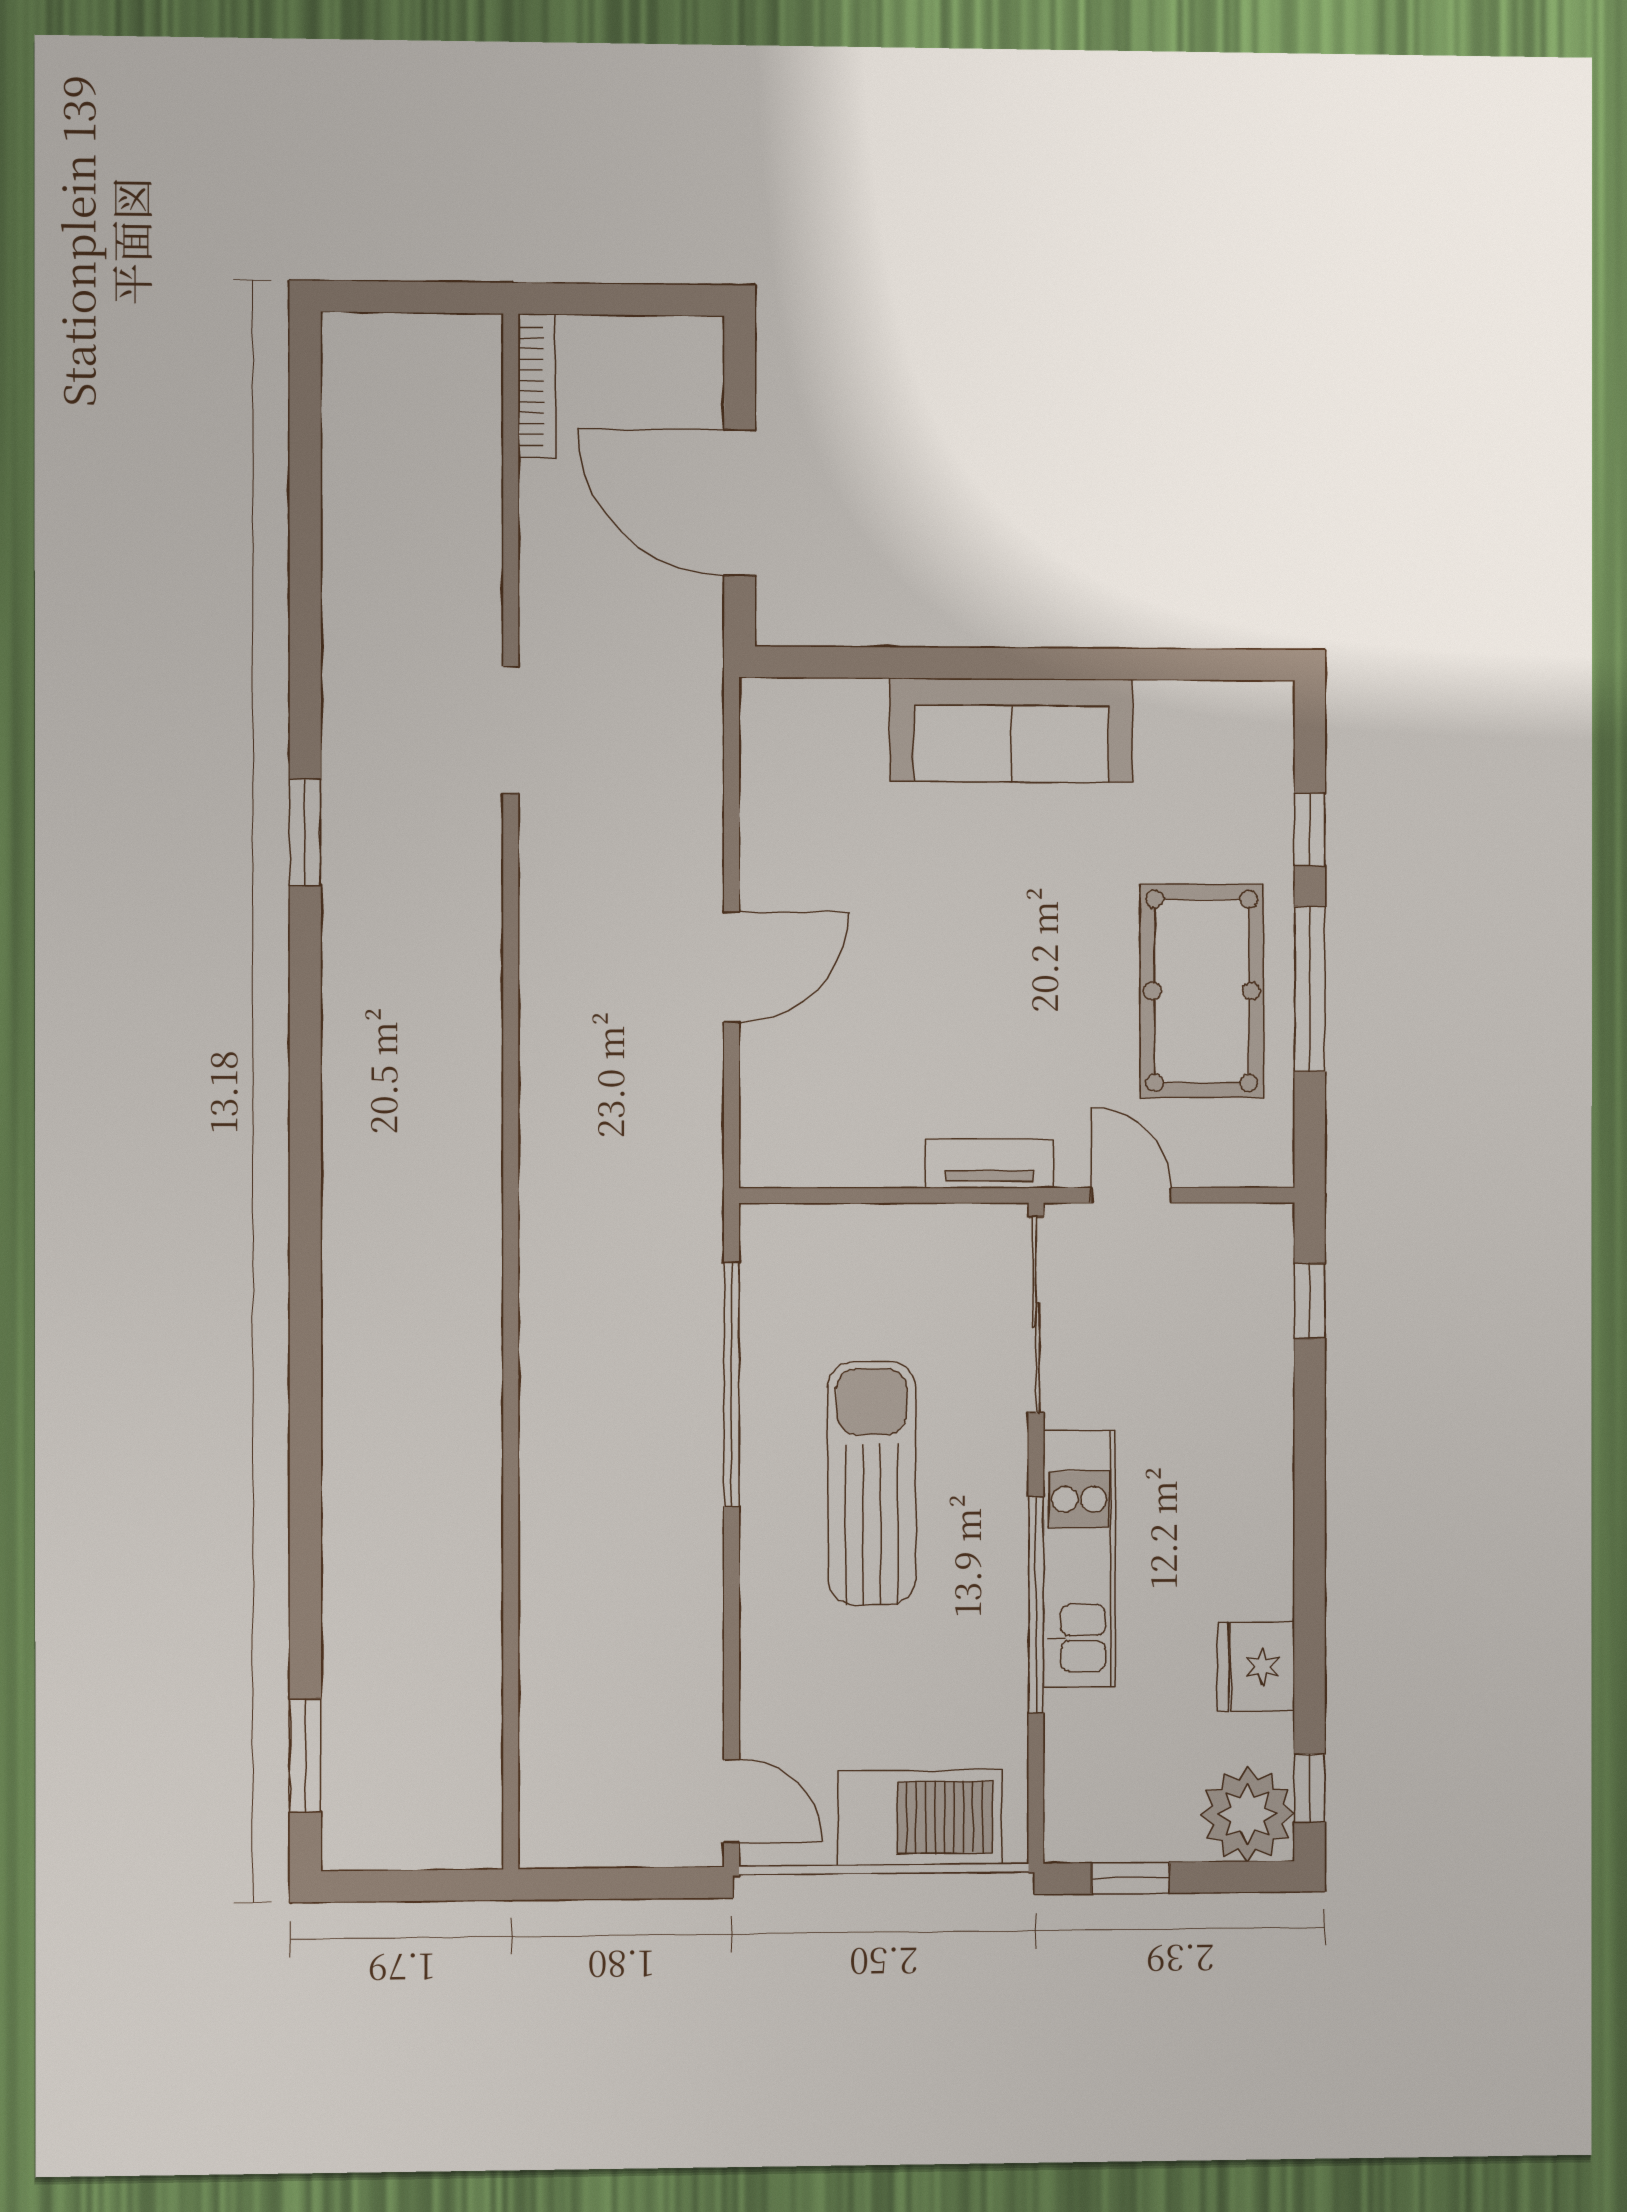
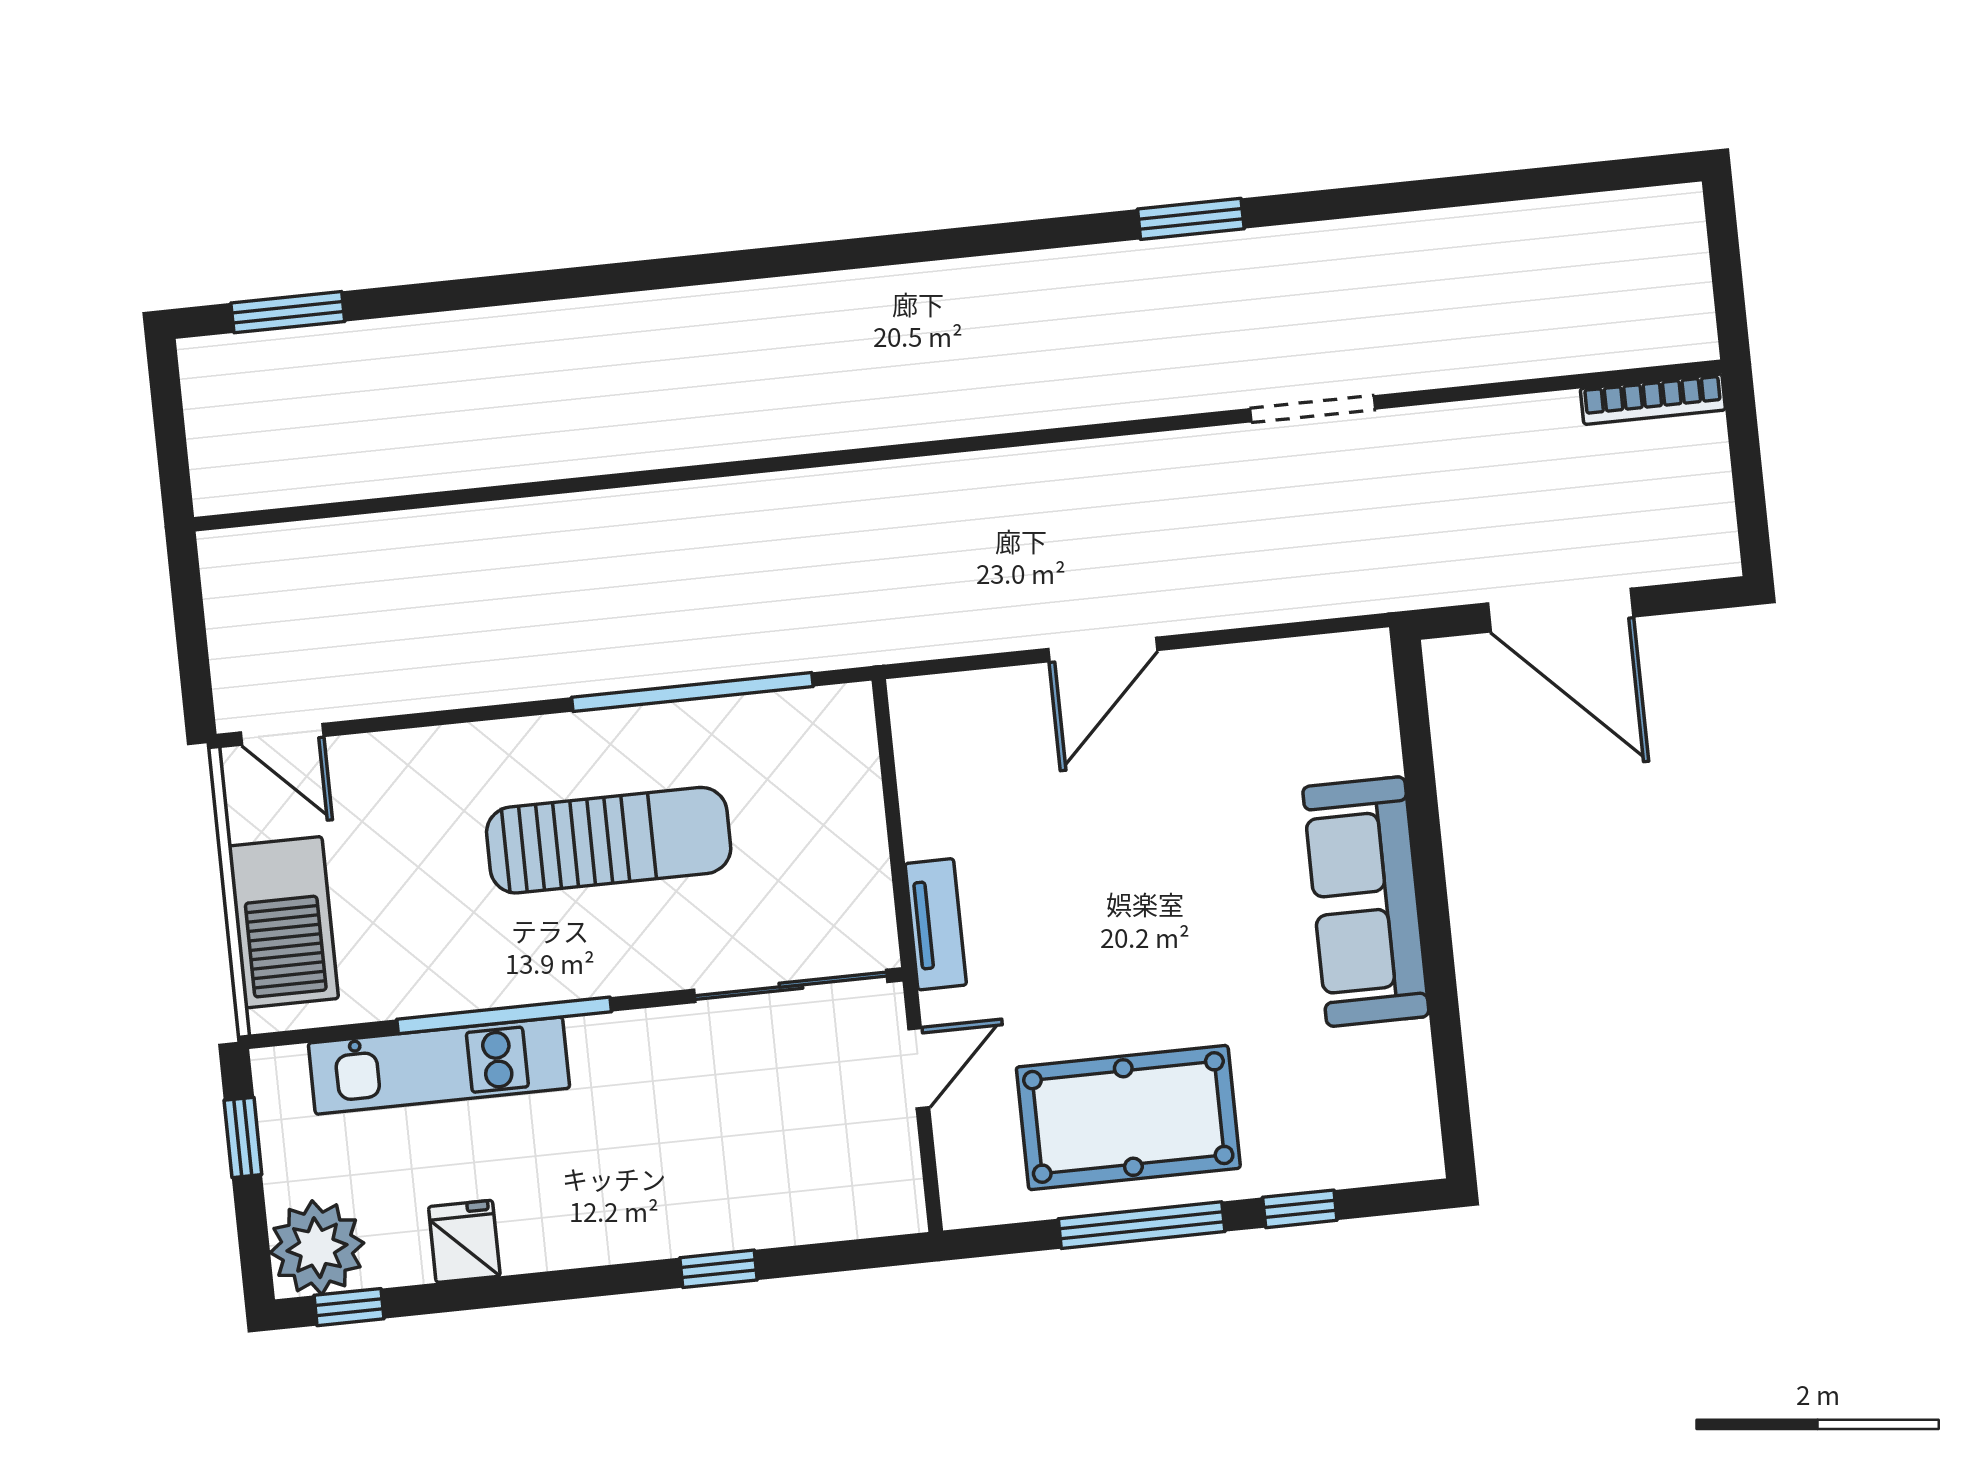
door: (740, 503) -> (1561, 610), swing flipped
door: (732, 967) -> (1103, 649), hinge flipped
window: (1310, 1301) -> (719, 1269), moved
kitchen unit: (1079, 1558) -> (439, 1066), moved
fridge: (1256, 1667) -> (464, 1241), width x0.72
door: (732, 1801) -> (282, 734), hinge flipped

